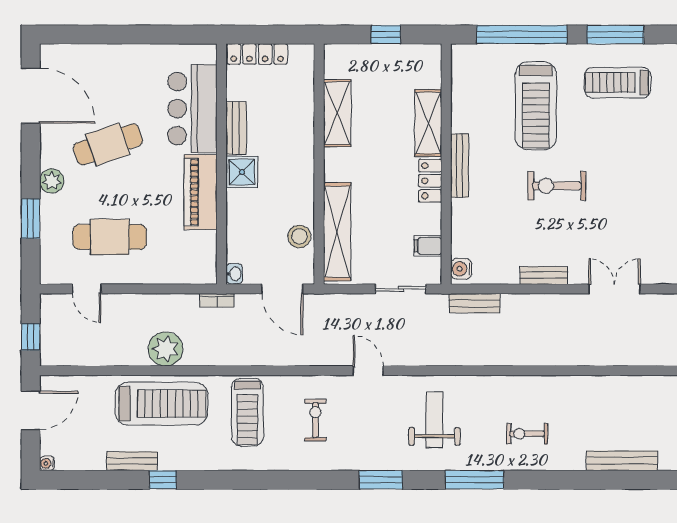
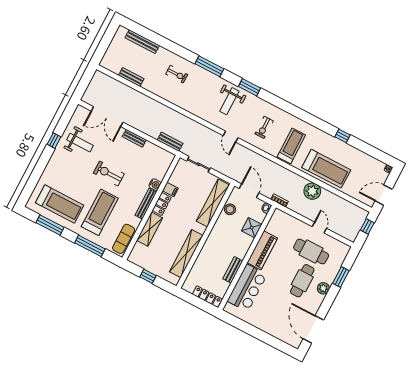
window: (522, 35) -> (90, 246), width x0.68
exercise mat: (467, 80) -> (124, 239), added
treadmill: (618, 83) -> (60, 204), width x1.37, depth x1.38
shelving: (337, 113) -> (186, 254), width x1.47
cafe table: (108, 144) -> (302, 281), moved, turned -71
shower: (242, 172) -> (252, 228), moved
exercise bike: (557, 186) -> (109, 173), turned 180
weight bench: (639, 215) -> (80, 143), added
filing cabinet: (428, 246) -> (170, 190), moved
water cooler: (461, 269) -> (155, 185), moved
door: (87, 289) -> (319, 228), moved
double door: (614, 289) -> (107, 117), width x1.37
treadmill: (161, 404) -> (326, 169), turned 180
weight bench: (435, 420) -> (229, 101), moved
bench: (132, 461) -> (131, 77), moved

